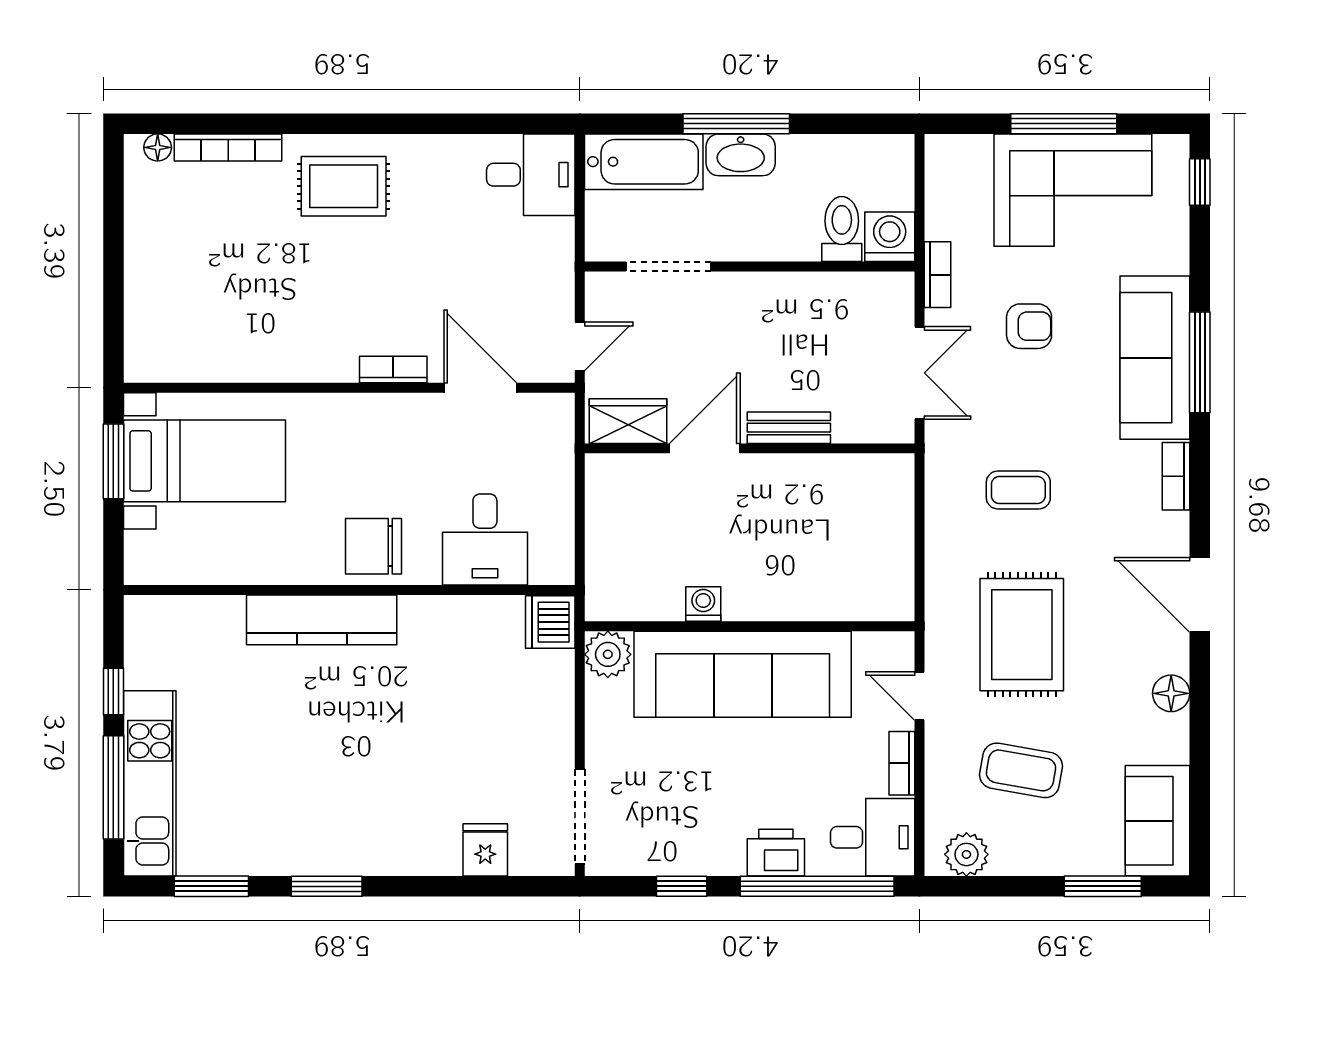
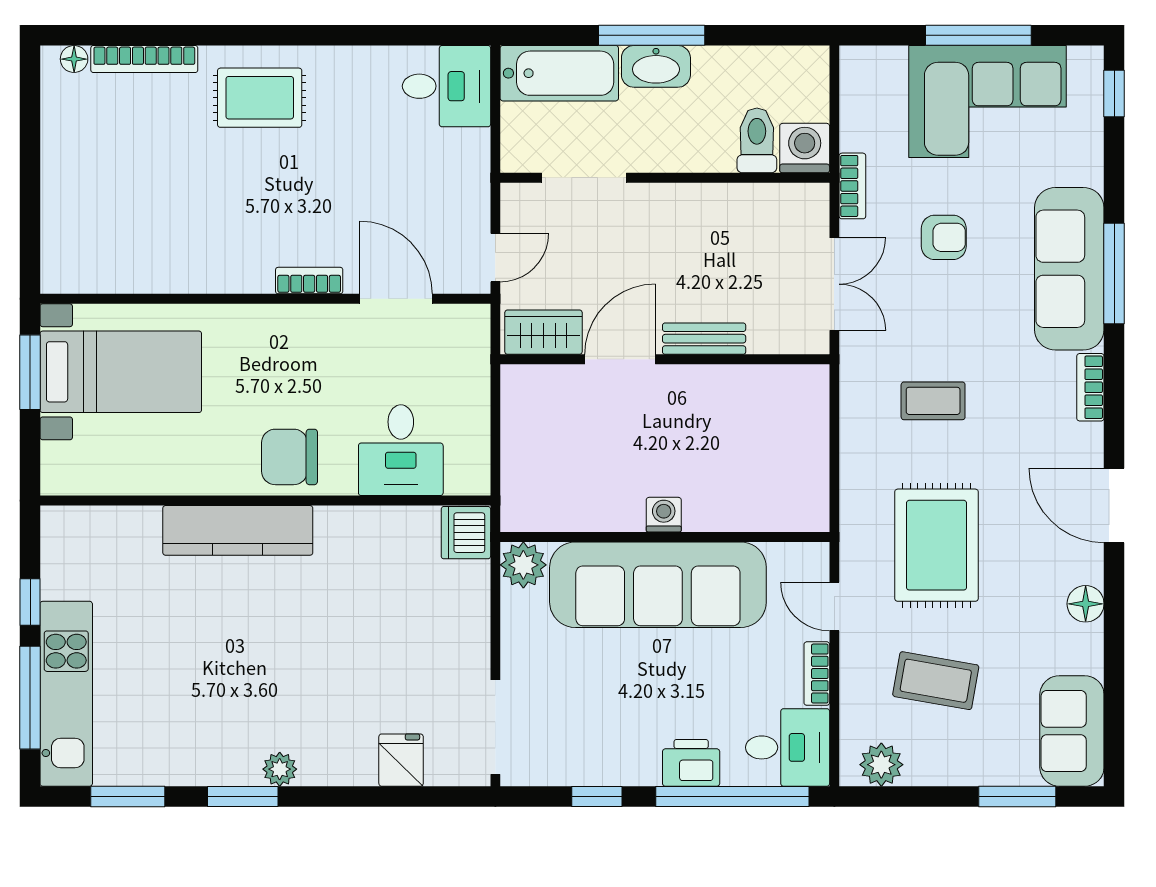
washing machine: (703, 604) -> (664, 515), moved
plant: (364, 859) -> (280, 769), added

